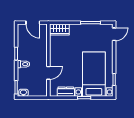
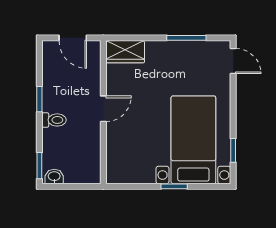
door: (114, 34) -> (233, 61), hinge flipped
door: (48, 73) -> (103, 109), moved
dresser: (66, 92) -> (138, 174), removed

